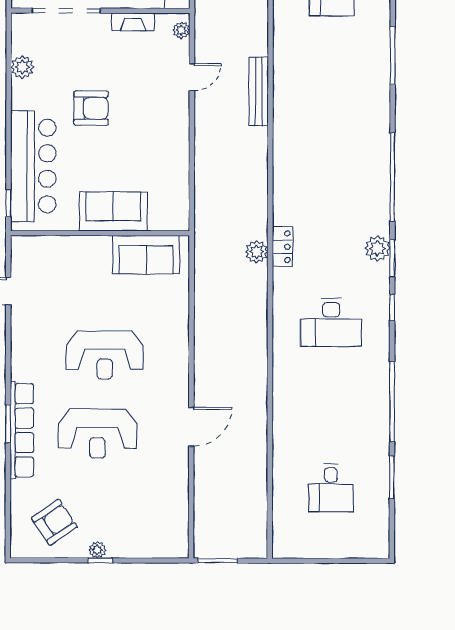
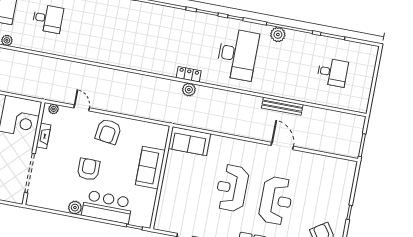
plant: (22, 67) -> (75, 208), moved
bench: (259, 91) -> (282, 106), moved
armchair: (161, 129) -> (108, 132), added
bar counter: (33, 166) -> (107, 207), width x0.73
plant: (377, 248) -> (278, 35), moved
sofa: (146, 255) -> (189, 141), moved, turned 90
desk: (331, 323) -> (238, 54), width x1.36, depth x1.30
reception desk: (105, 355) -> (232, 188), turned 180
plant: (97, 550) -> (343, 213), removed

